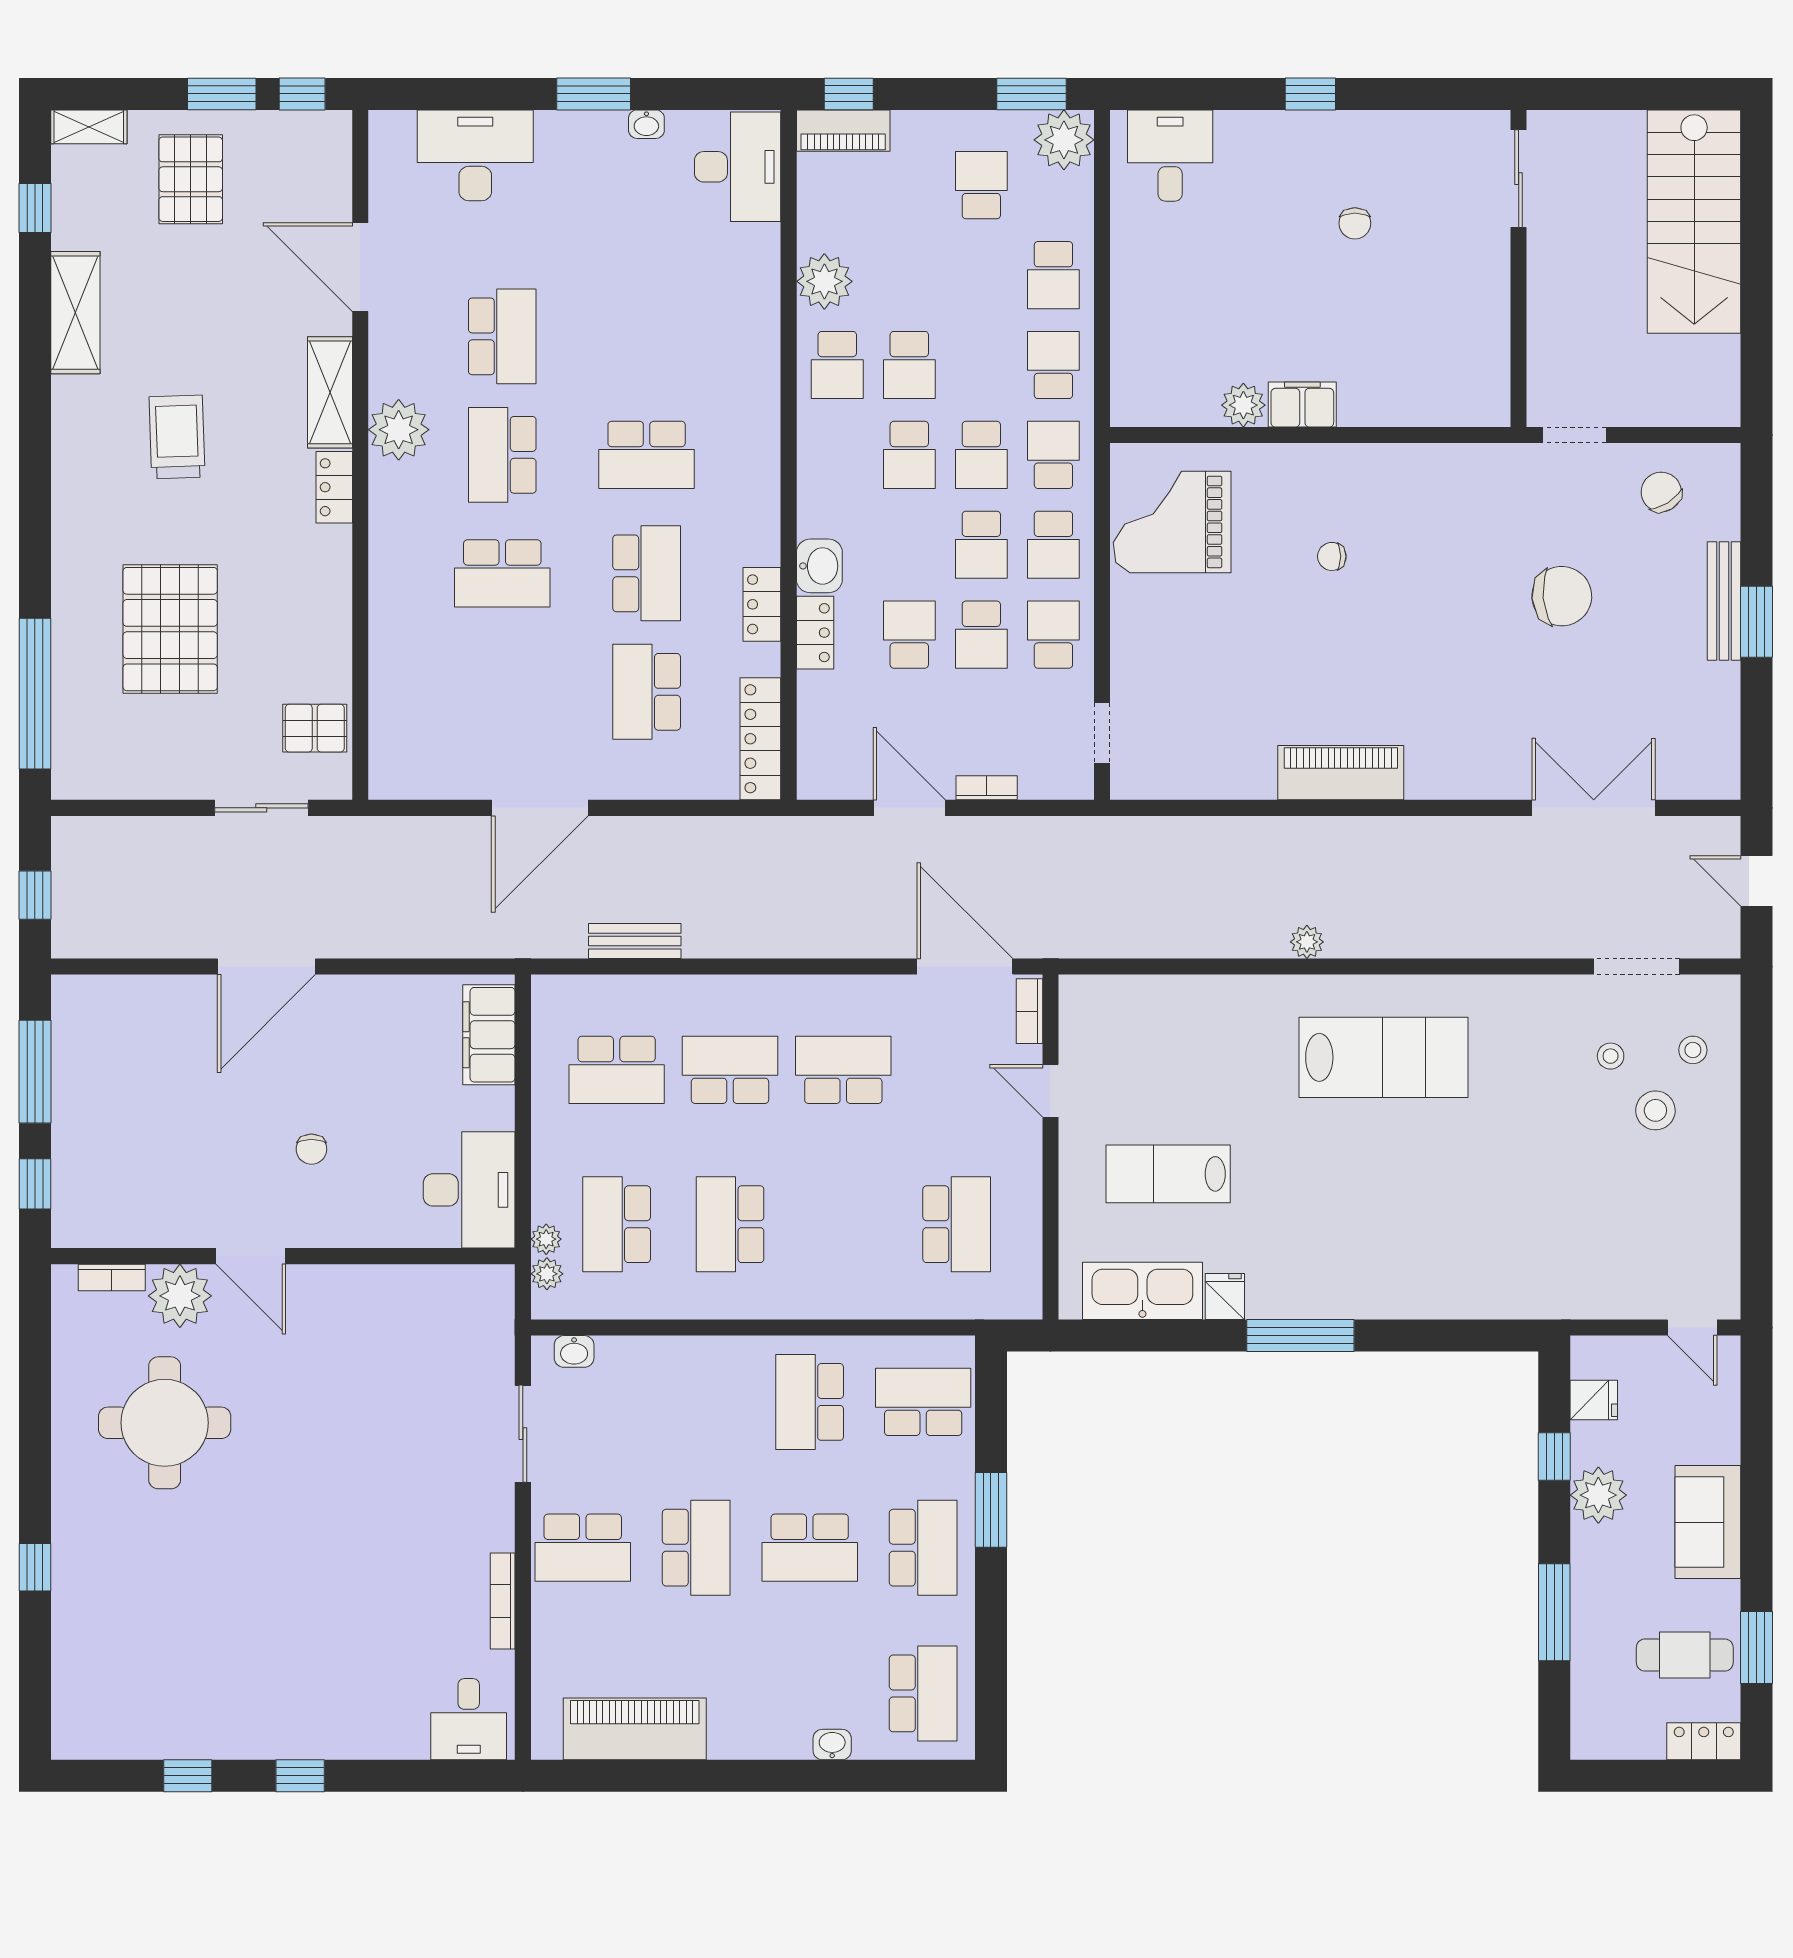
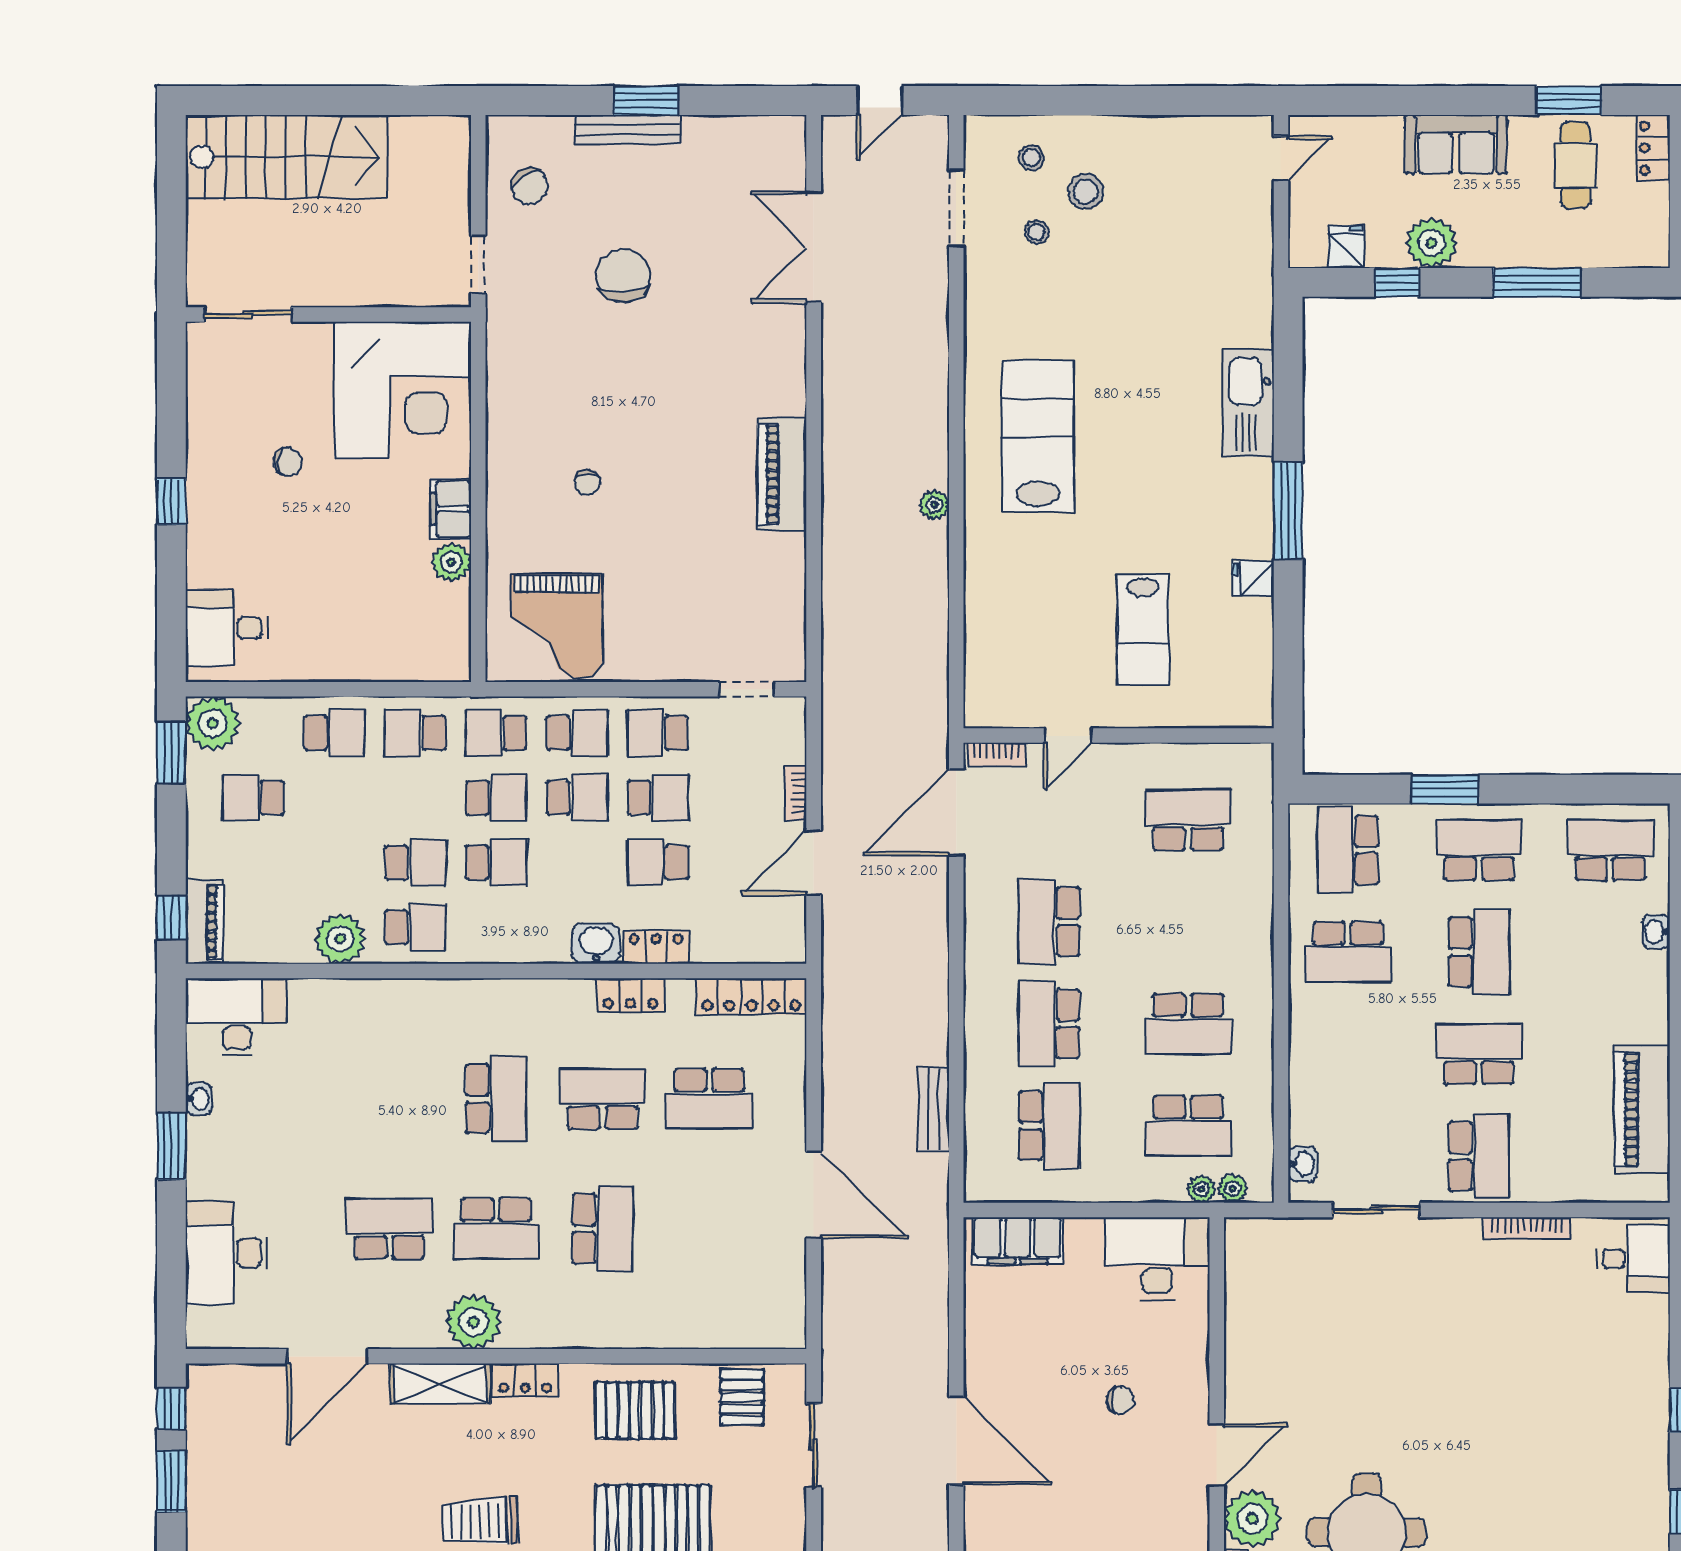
pallet: (191, 179) -> (635, 1410), moved
corner desk: (1435, 351) -> (403, 390), added
chair: (1661, 492) -> (530, 186), turned -92
kitchen sink: (1142, 1291) -> (1248, 403), moved

